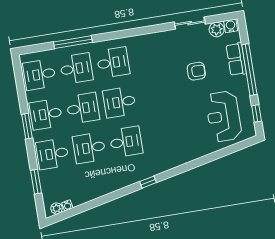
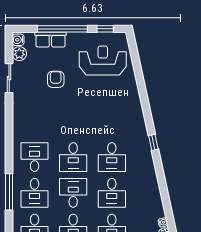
desk: (76, 69) -> (35, 193), turned 180
reception desk: (224, 116) -> (103, 61), turned 180
desk: (126, 142) -> (112, 157), turned 180

